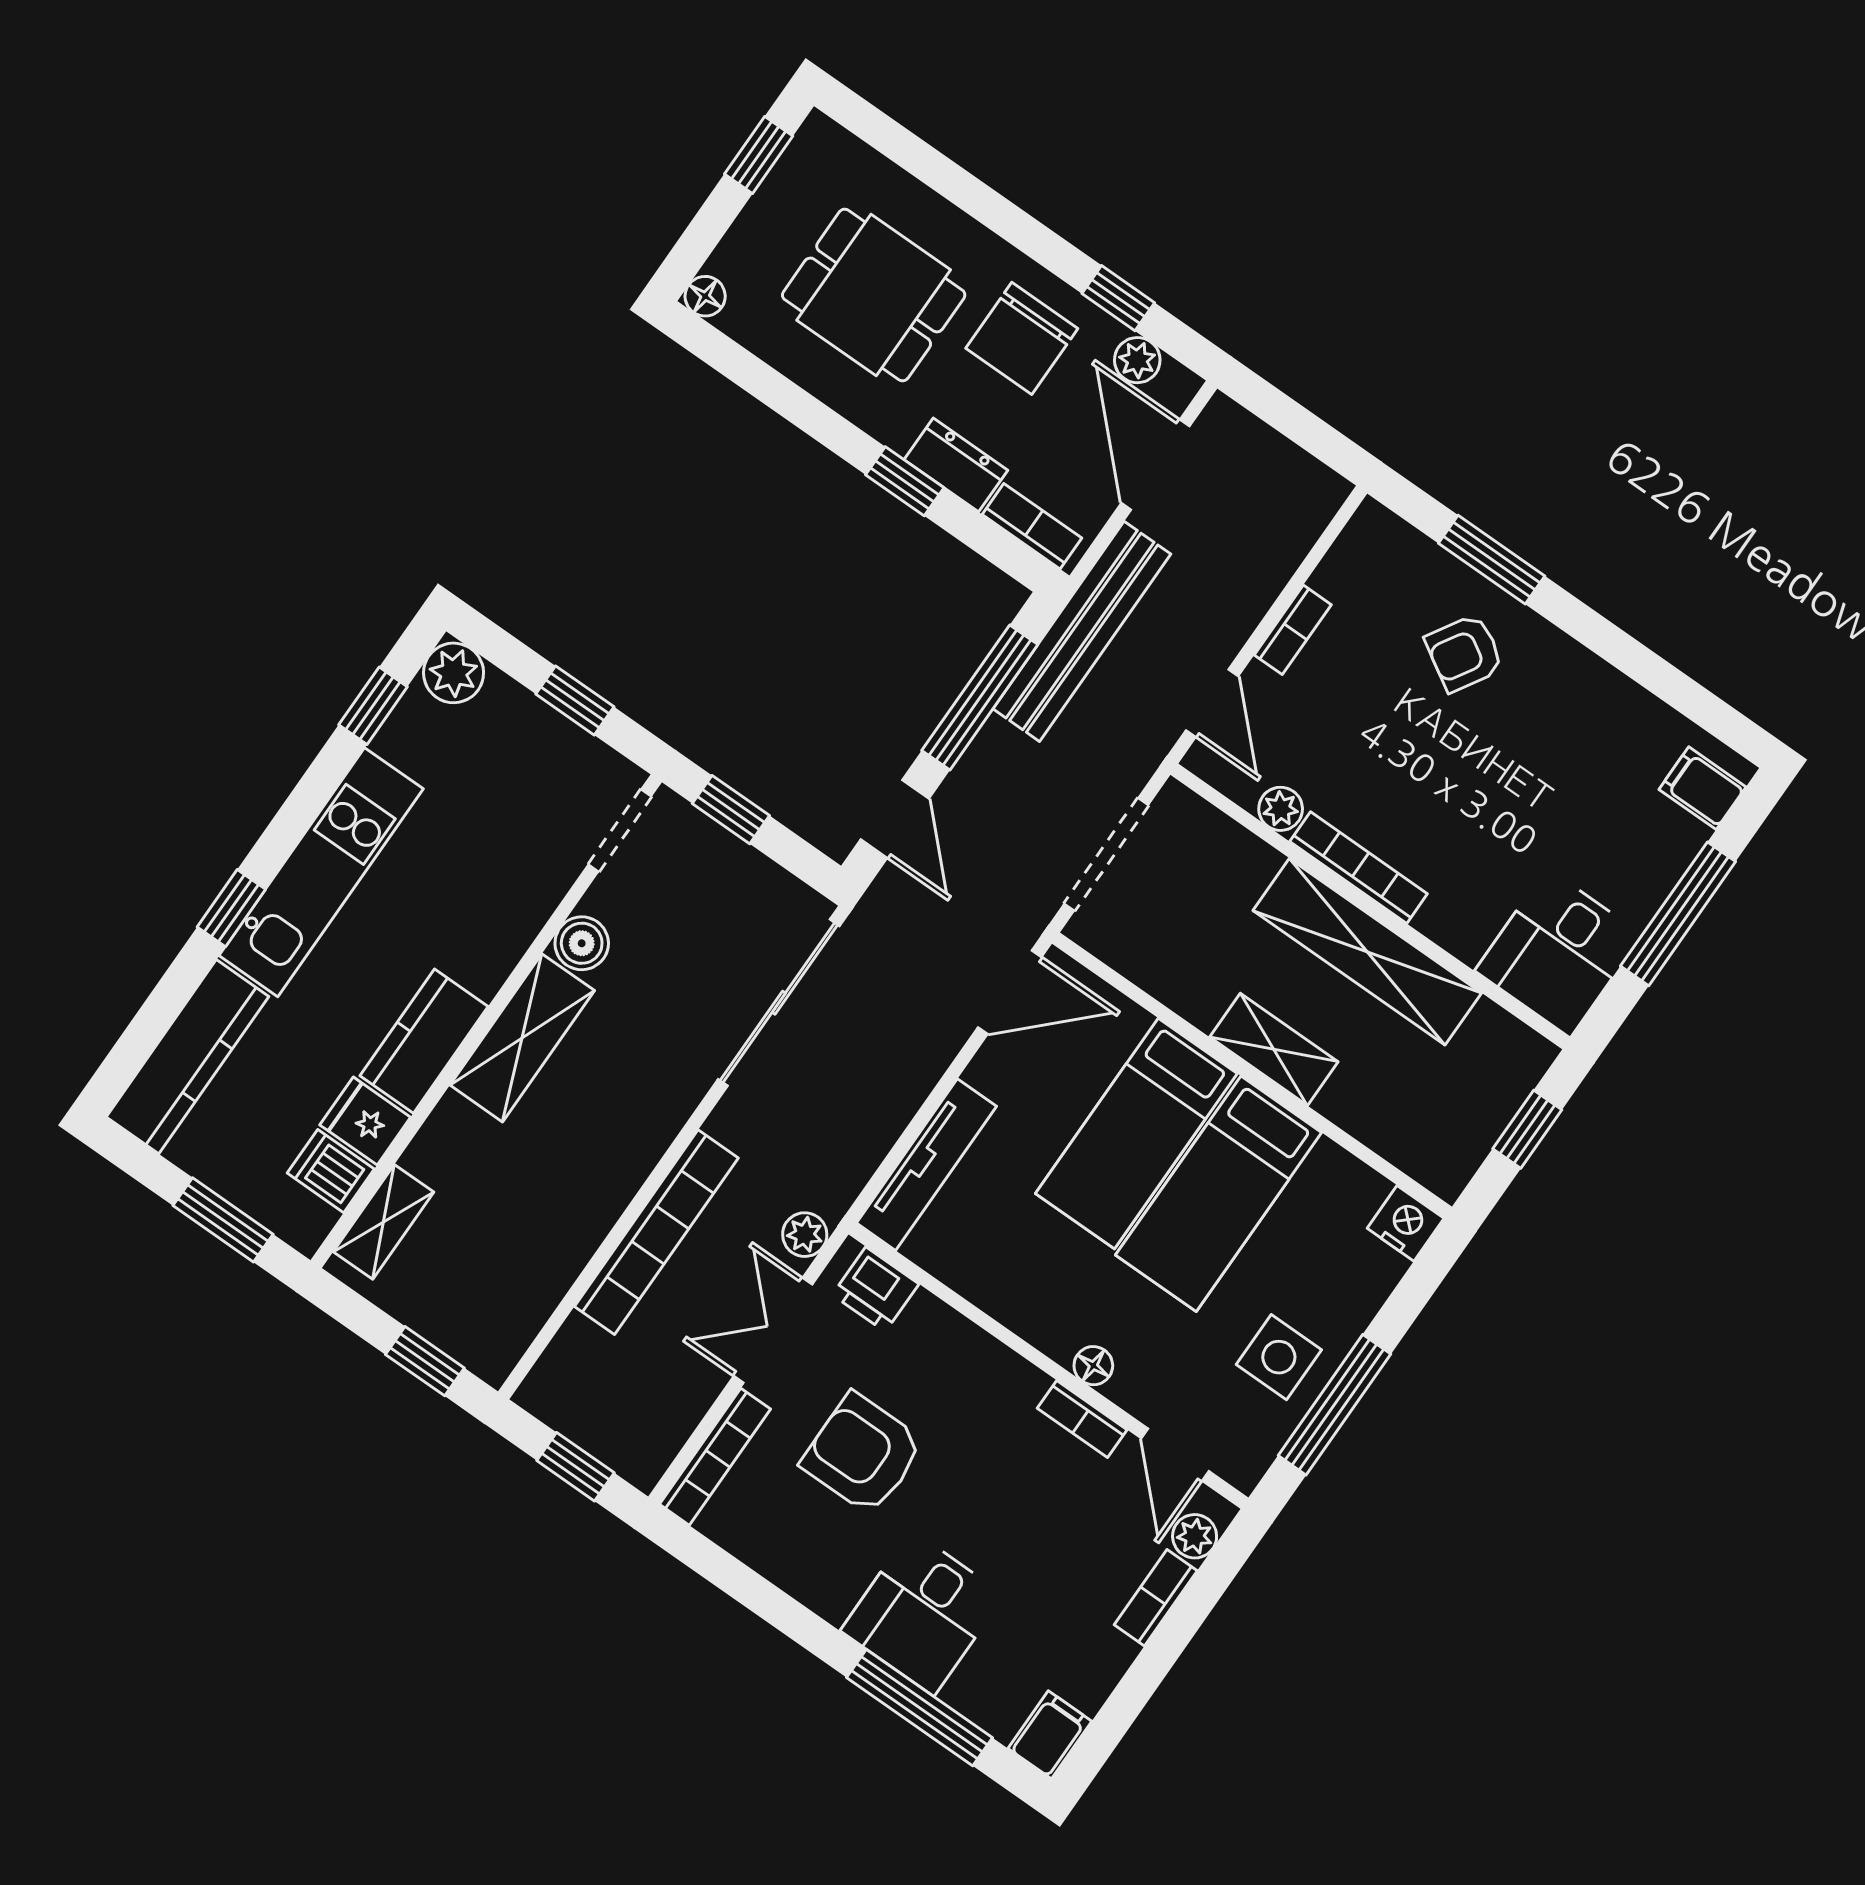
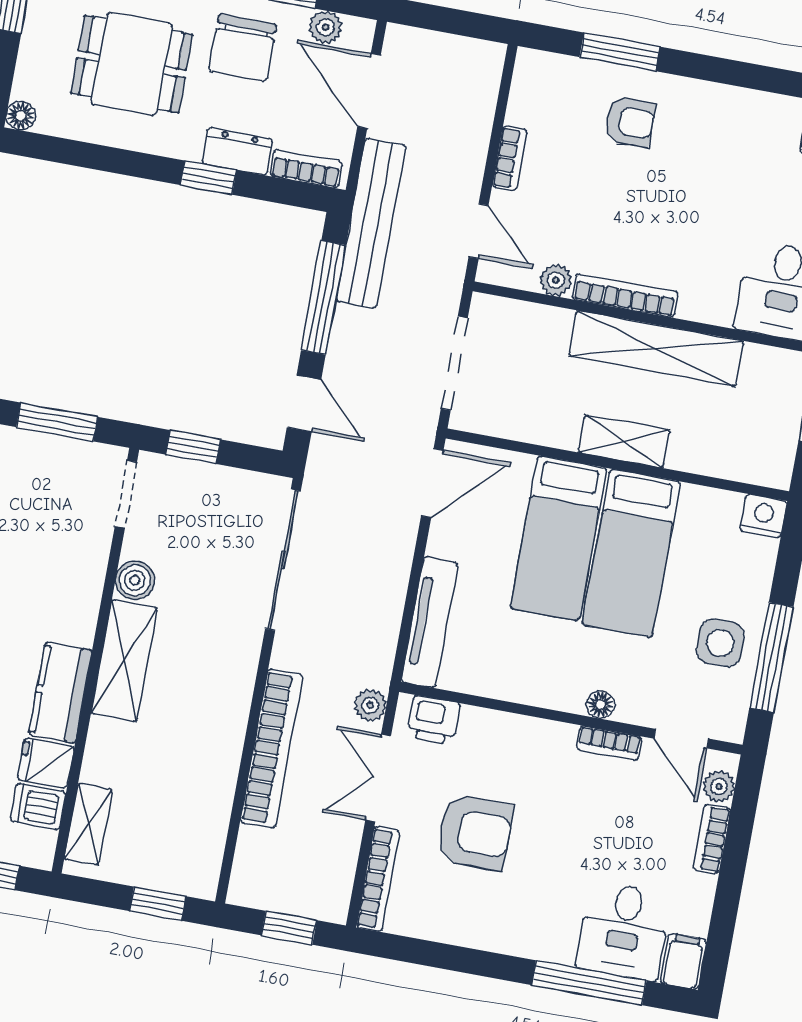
armchair: (1464, 653) -> (630, 122), turned -121
window: (575, 700) -> (57, 422), width x1.50
armchair: (863, 1454) -> (475, 832), turned 180
desk: (922, 1613) -> (624, 931), moved

